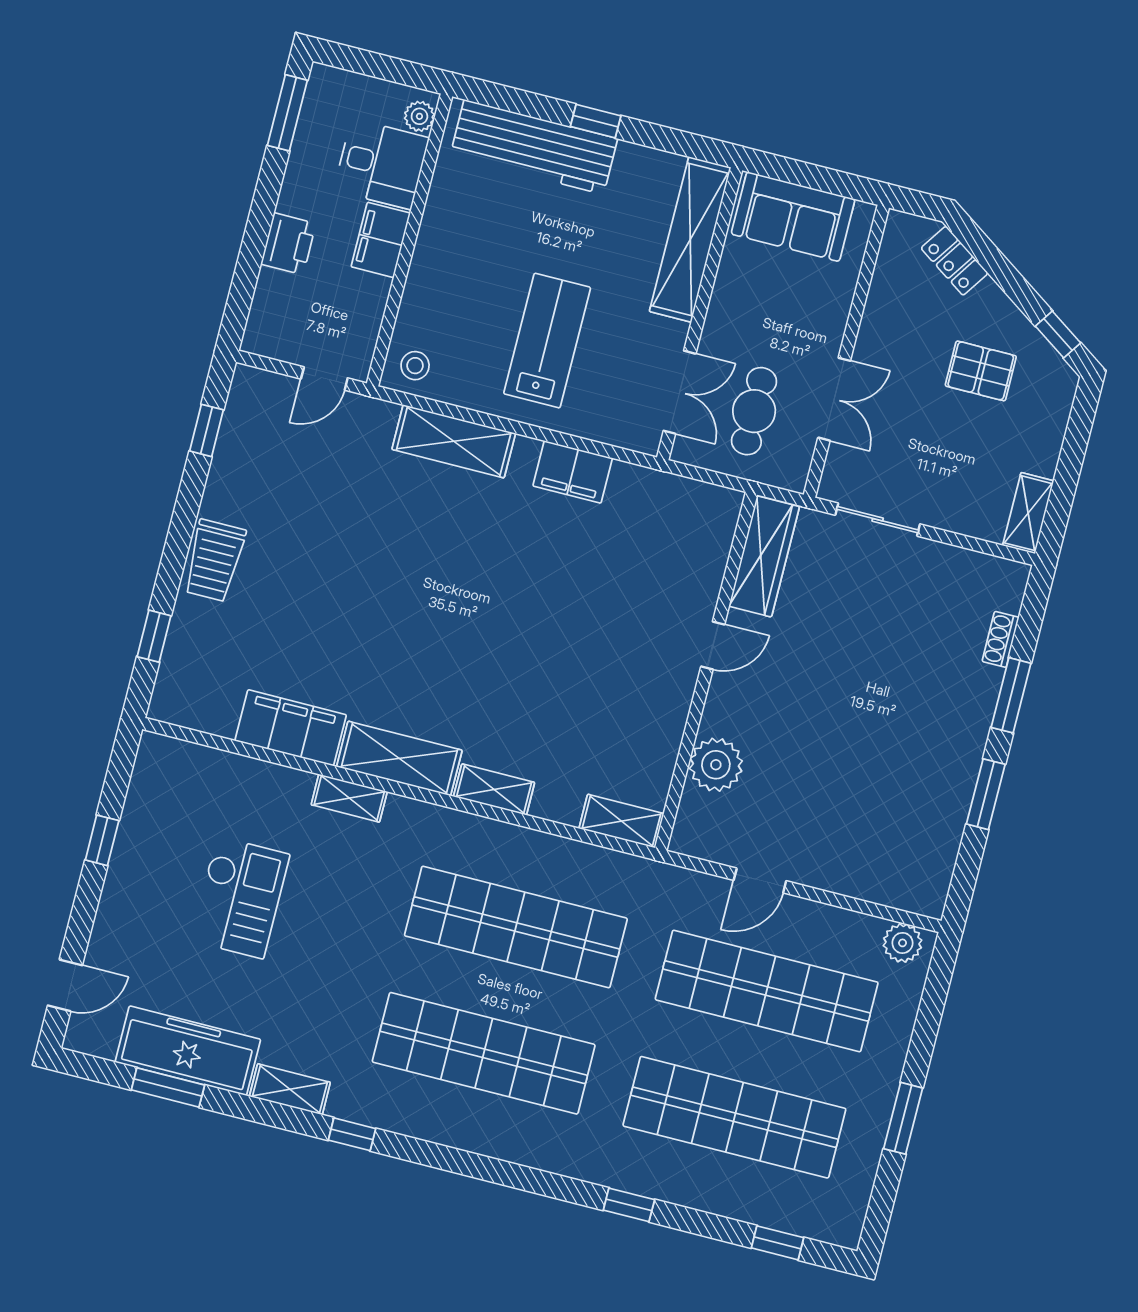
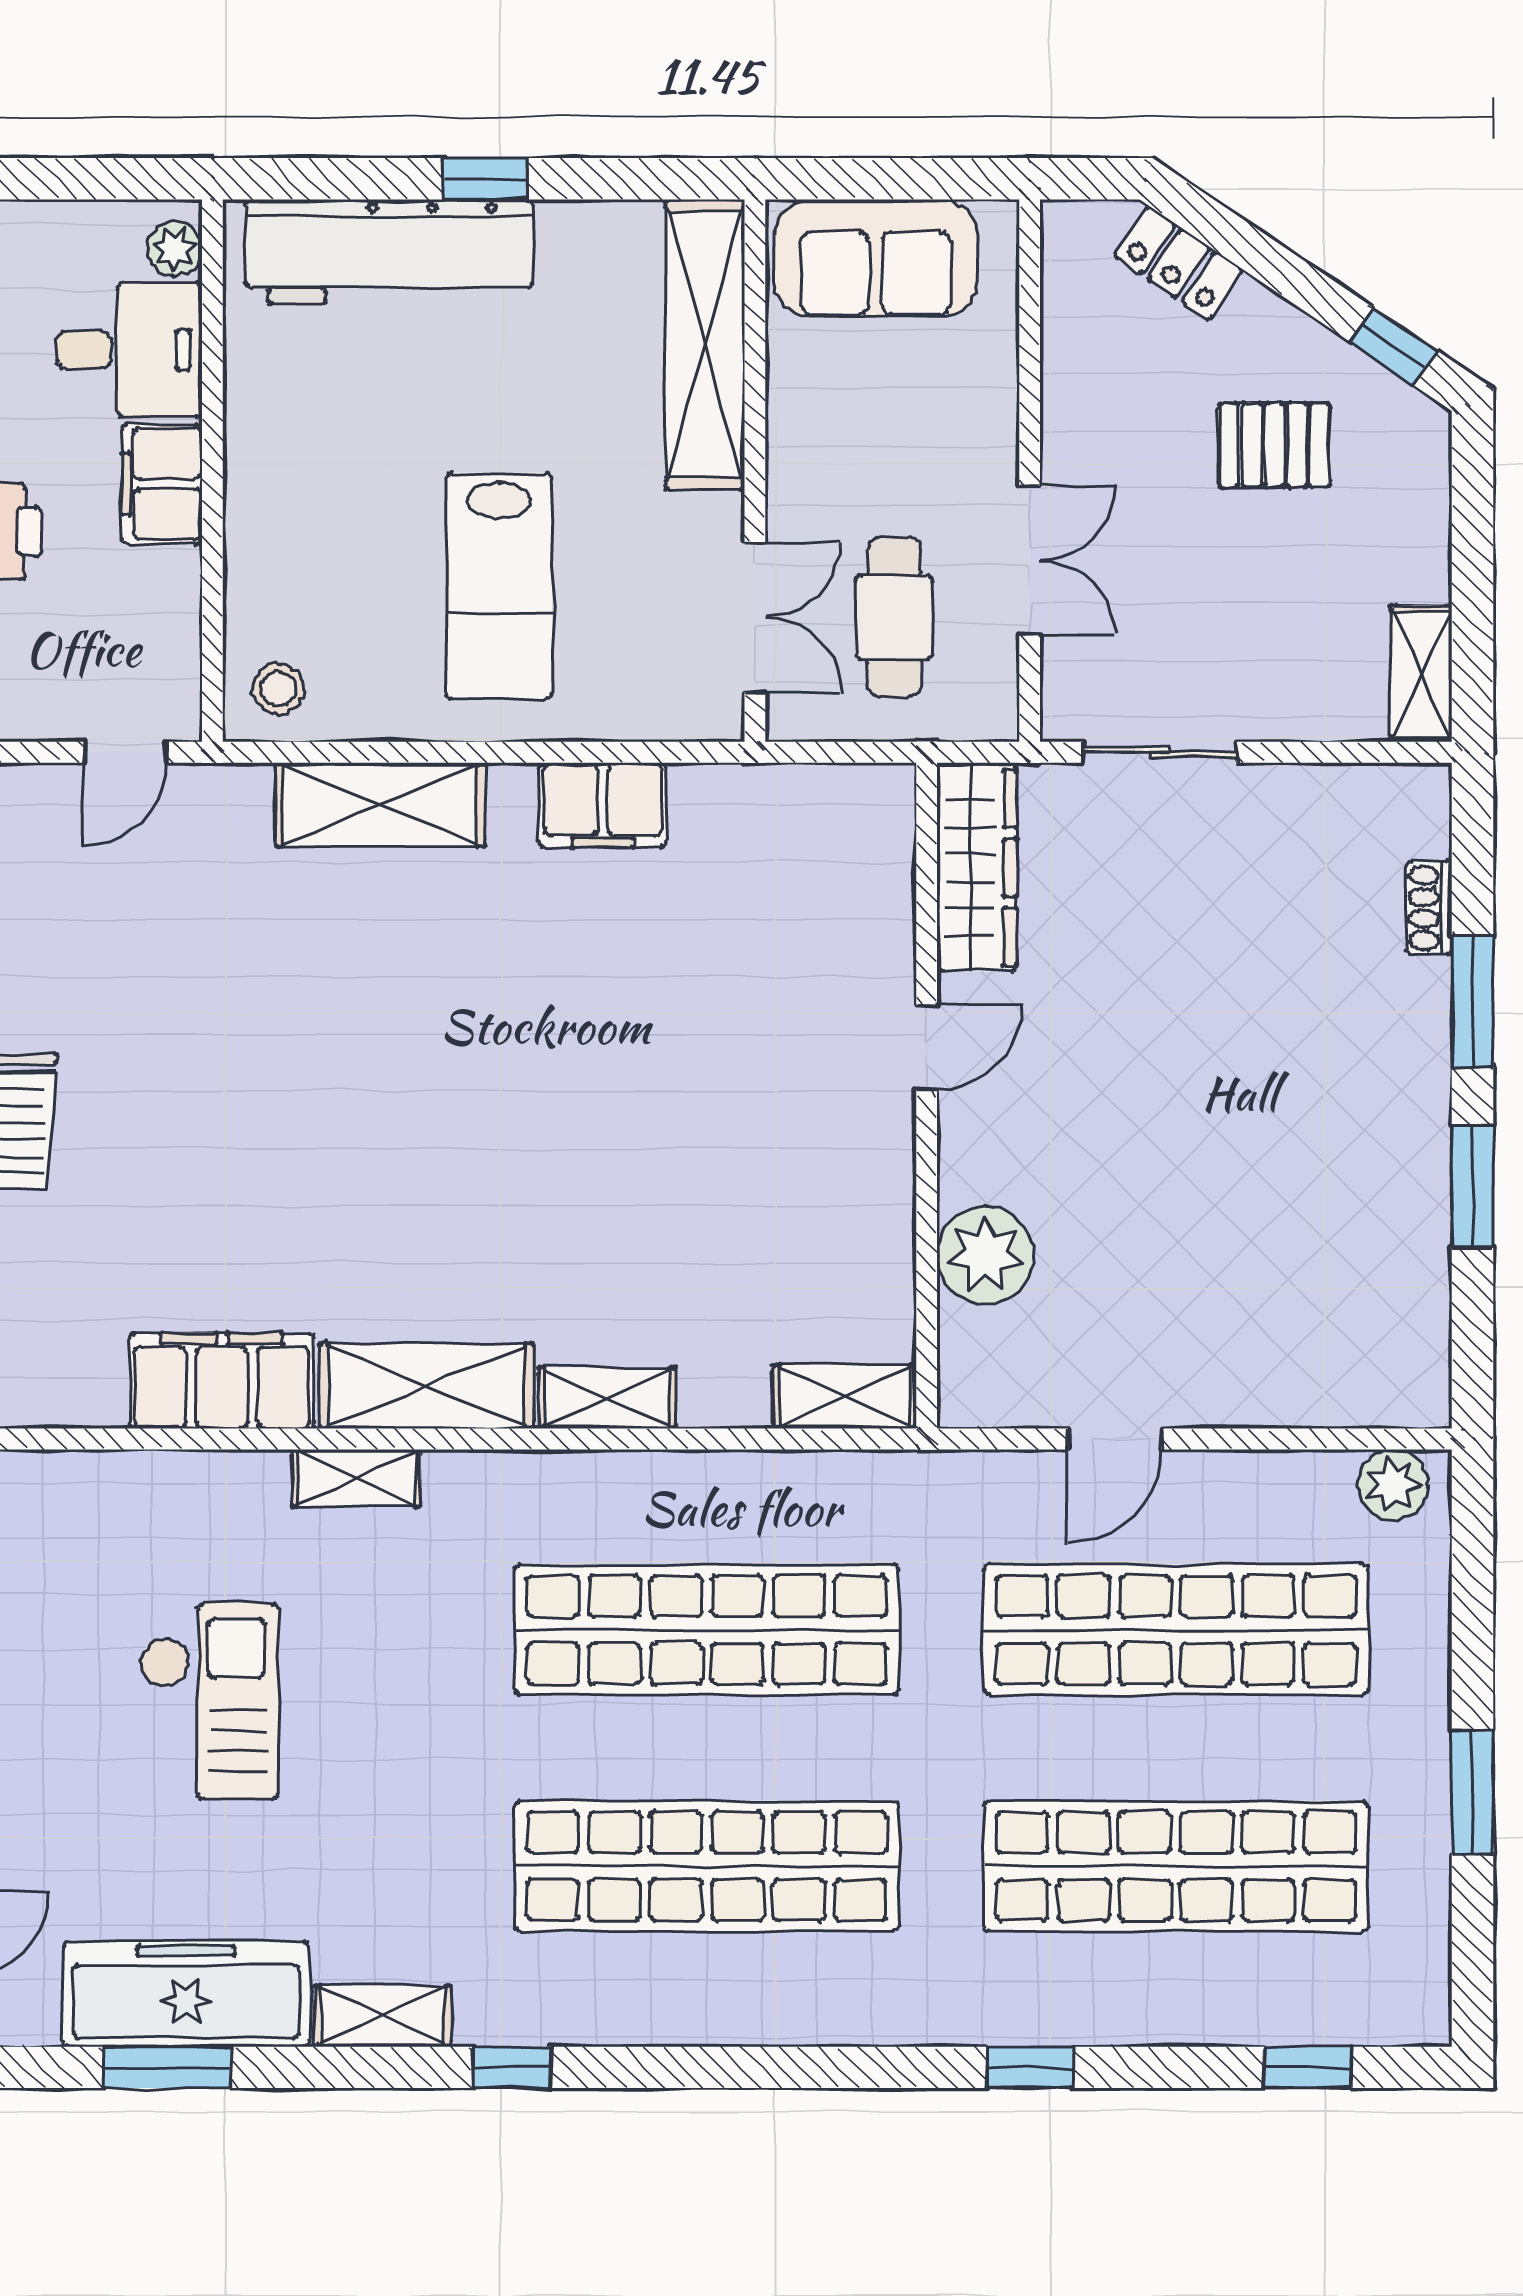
lab bench: (547, 341) -> (499, 586), turned 180

